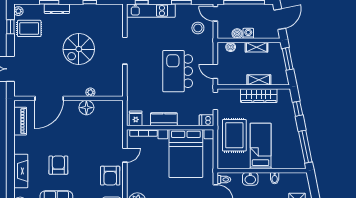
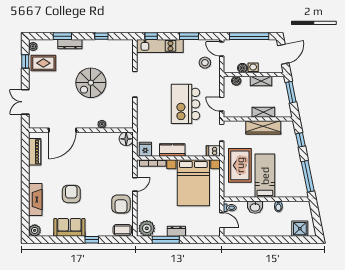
floor lamp: (86, 108) -> (126, 139), moved

